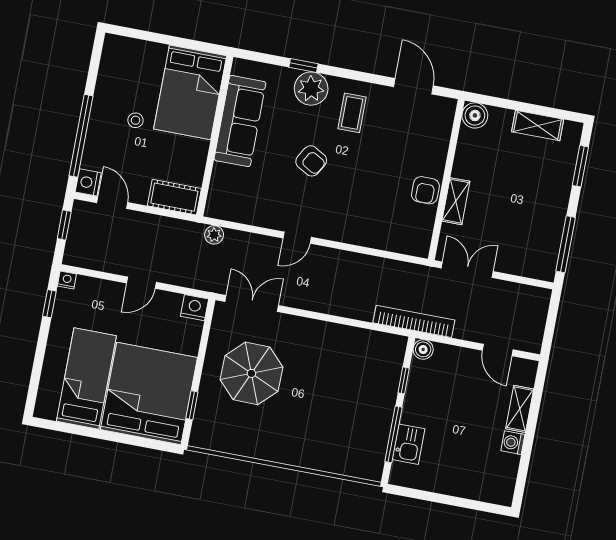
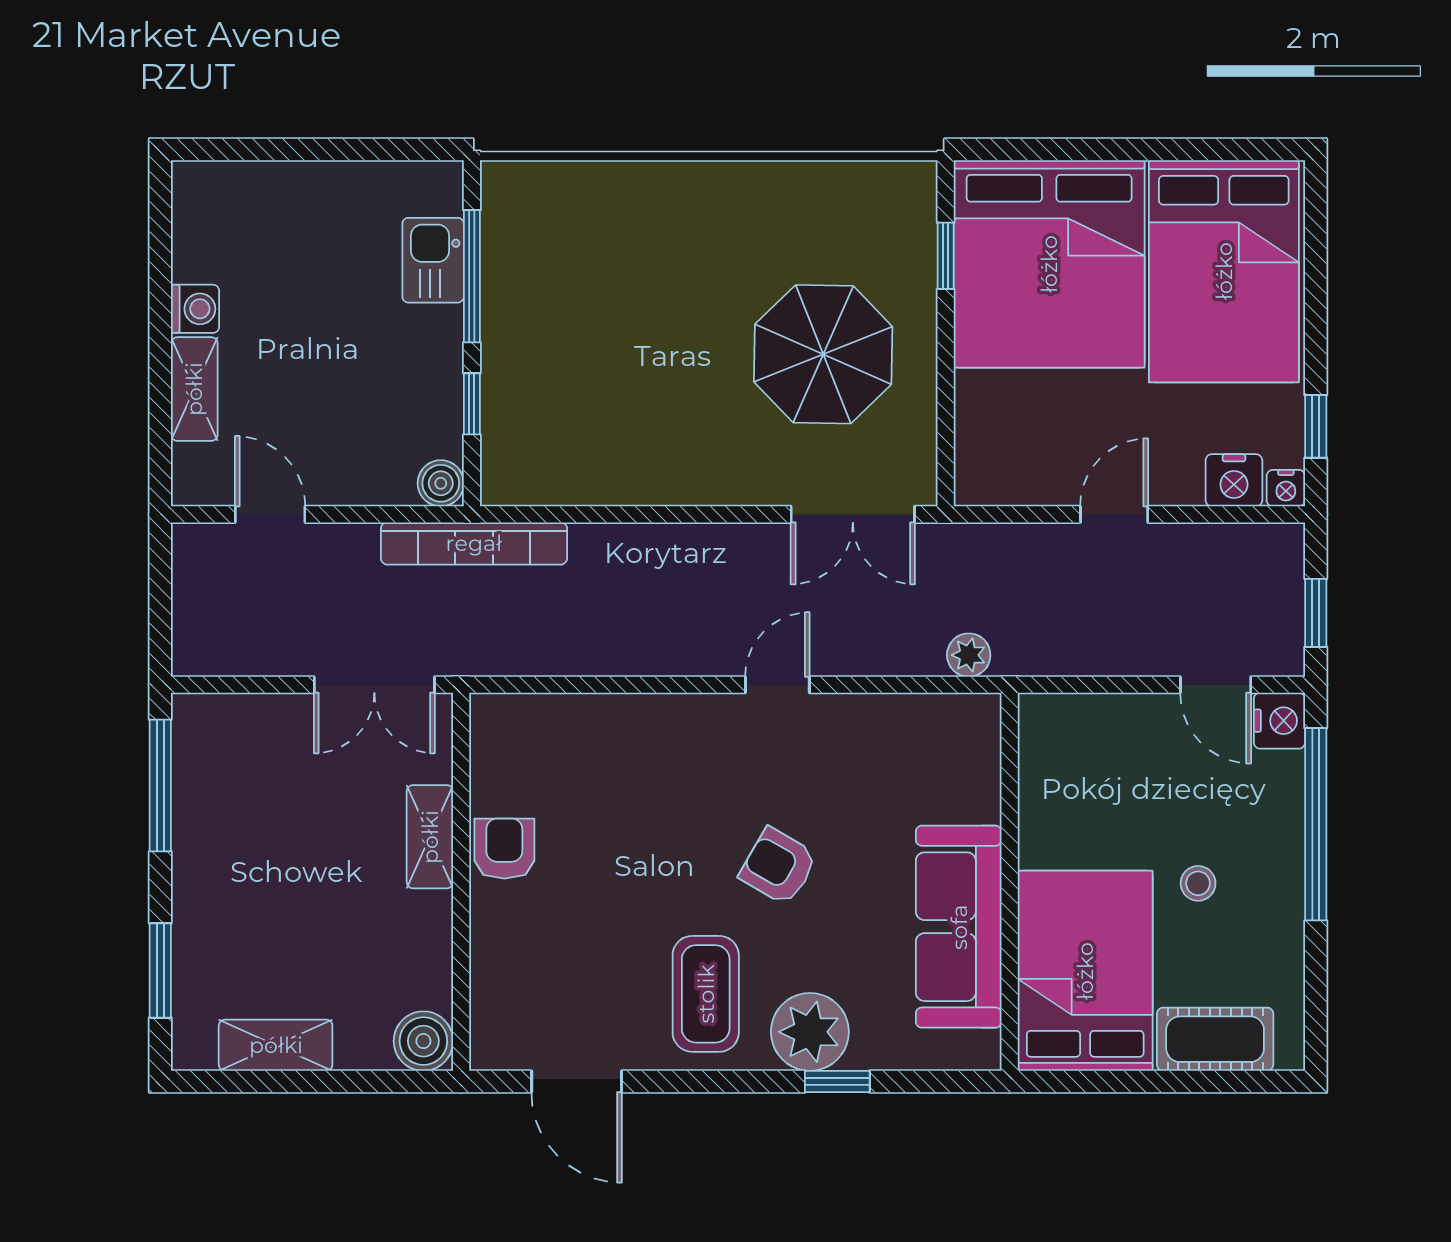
coffee table: (352, 113) -> (706, 994), width x1.36, depth x1.30
cot: (174, 197) -> (1215, 1039), moved
nightstand: (194, 308) -> (1234, 480), moved
bed: (86, 378) -> (1224, 271), width x1.50

